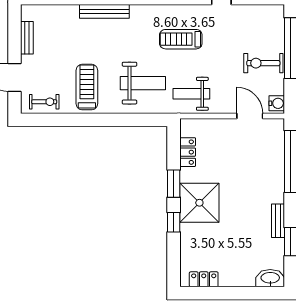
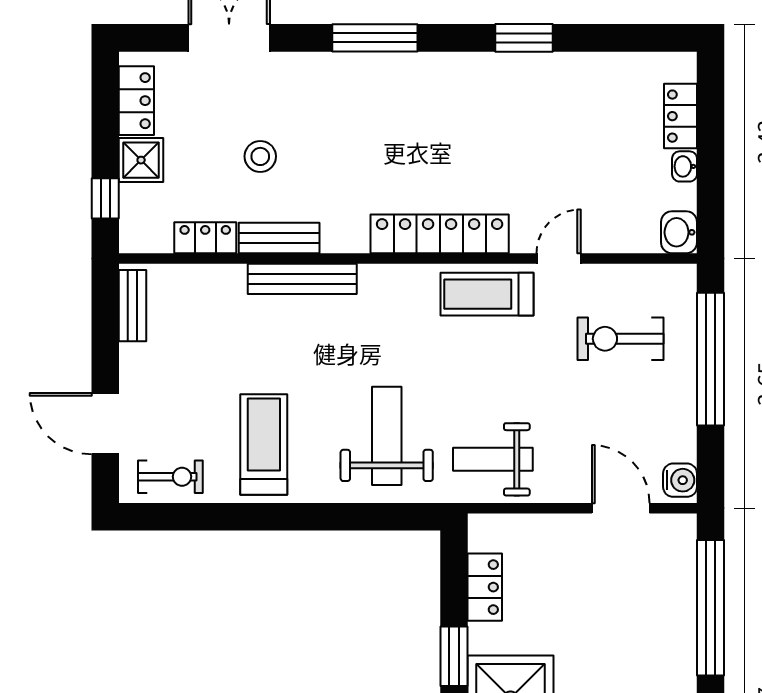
bench: (27, 38) -> (133, 306), moved
treadmill: (181, 39) -> (487, 294), moved
exercise bike: (263, 63) -> (620, 339), moved
weight bench: (143, 83) -> (387, 436), turned -90

